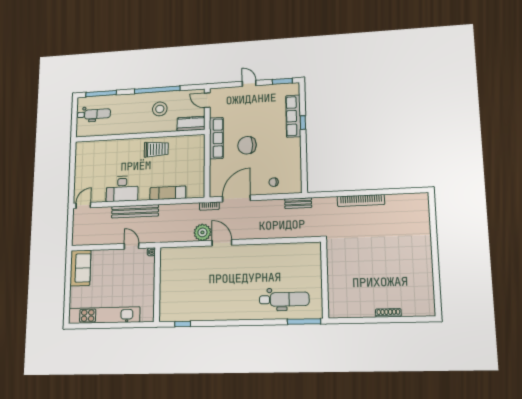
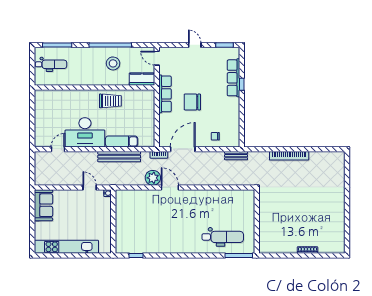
desk: (122, 189) -> (85, 132), width x1.36, depth x1.30
door: (83, 205) -> (58, 149), moved
bench: (135, 211) -> (119, 157), moved

